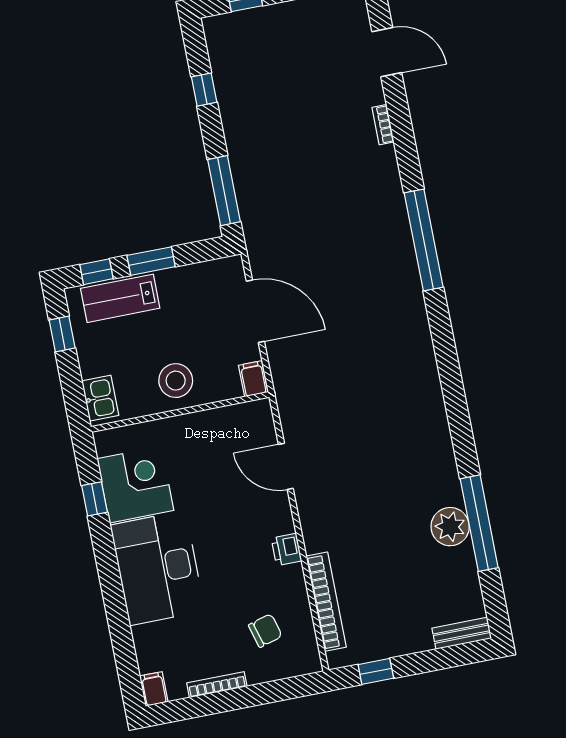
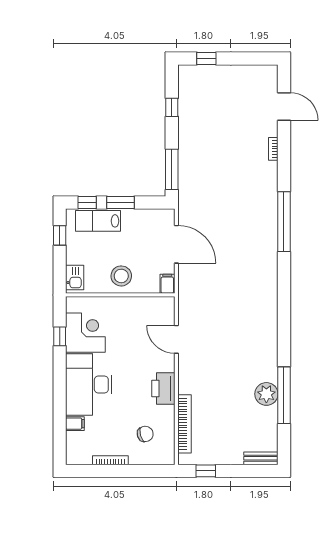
printer: (286, 549) -> (163, 389), width x1.87, depth x1.48
filing cabinet: (154, 689) -> (75, 424), moved, turned 90

